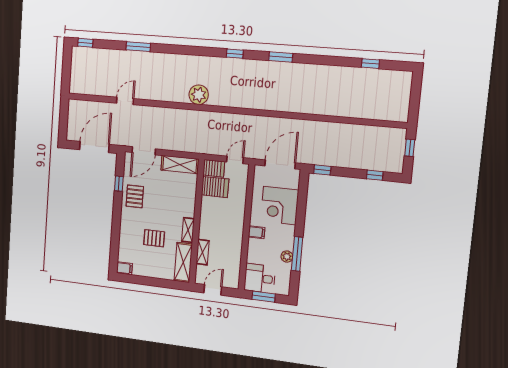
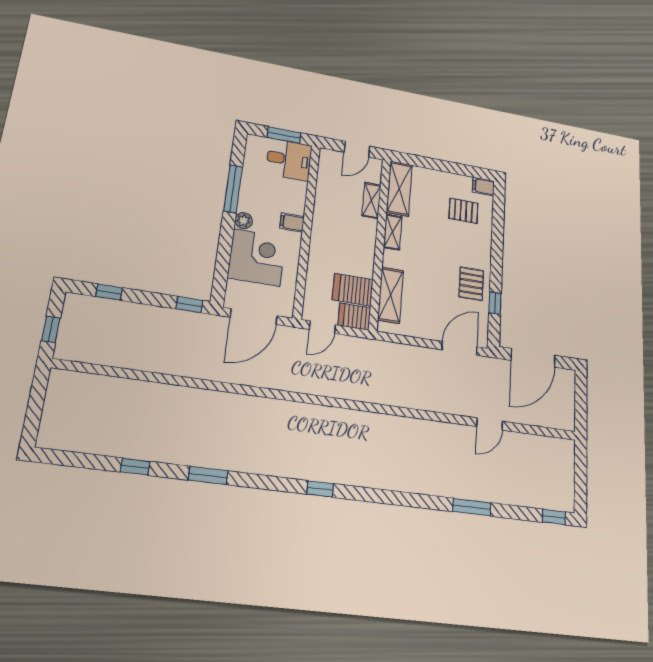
window: (281, 57) -> (208, 475), moved
window: (370, 64) -> (135, 467), moved
plant: (199, 95) -> (377, 428), removed
shelving: (180, 165) -> (391, 295), moved, turned 90
pallet: (154, 238) -> (463, 211), moved
plant: (287, 257) -> (244, 221), moved

